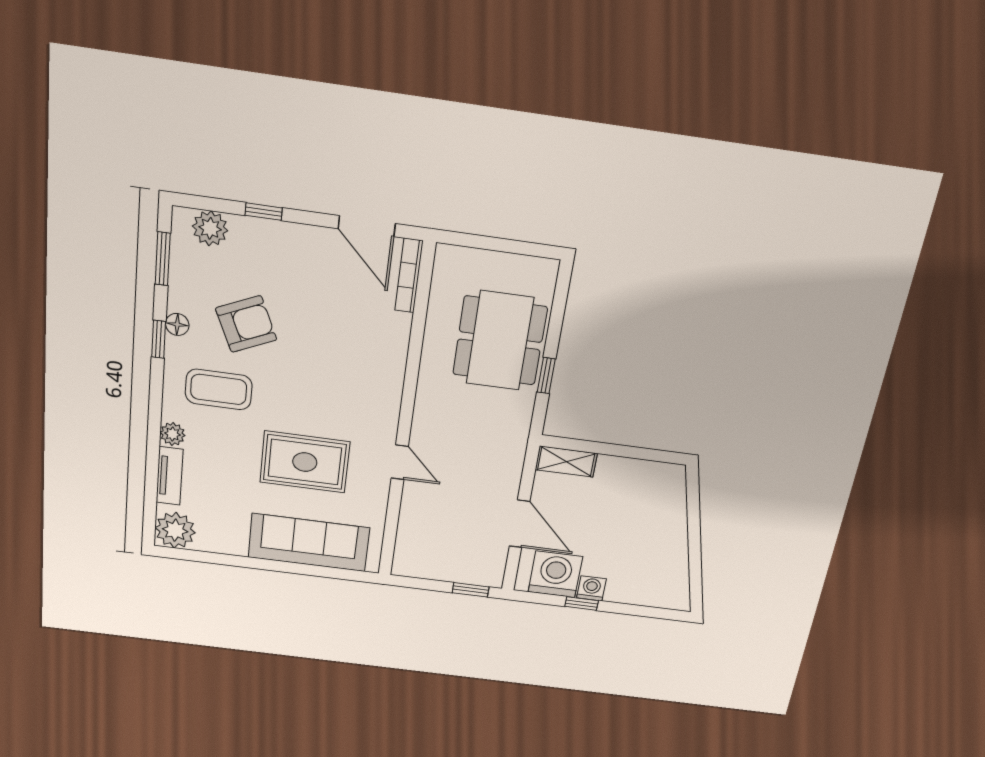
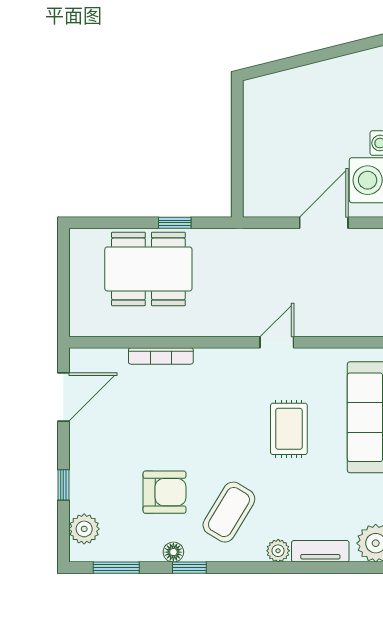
bookcase: (409, 276) -> (161, 356), moved
armchair: (246, 324) -> (165, 492), turned 114
coffee table: (219, 389) -> (229, 512), turned 31
rug: (305, 462) -> (289, 429), width x0.73, depth x0.70
shelving: (566, 462) -> (255, 190), removed

